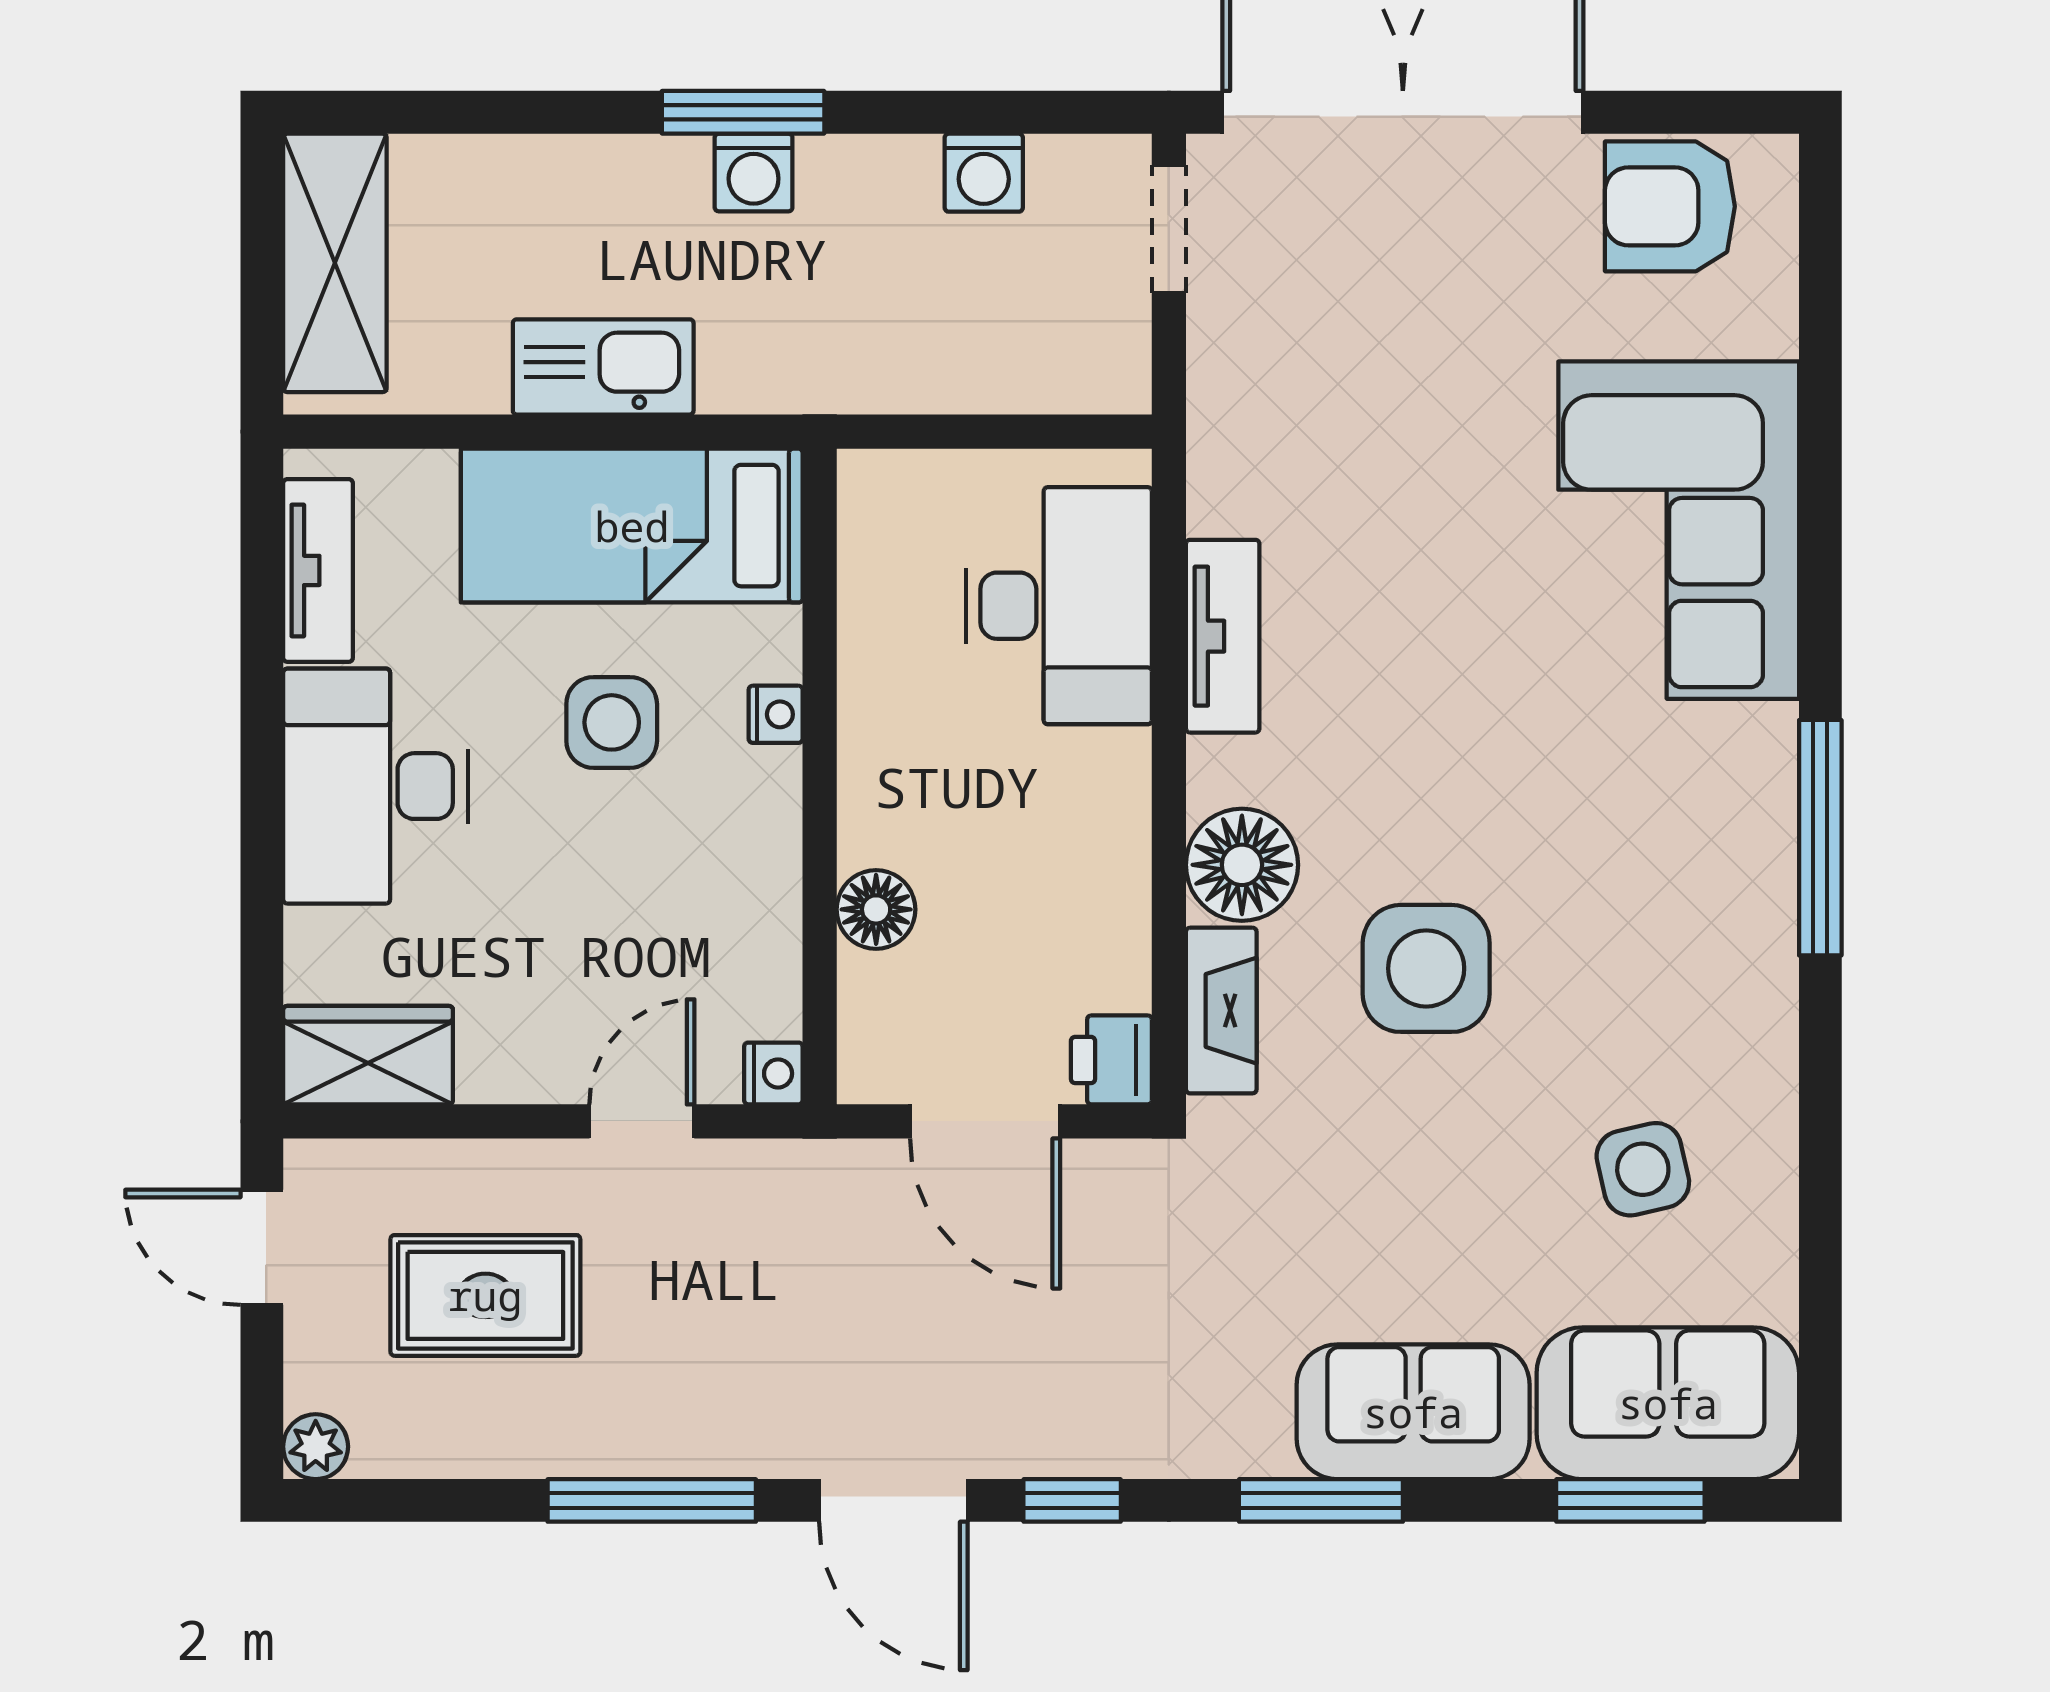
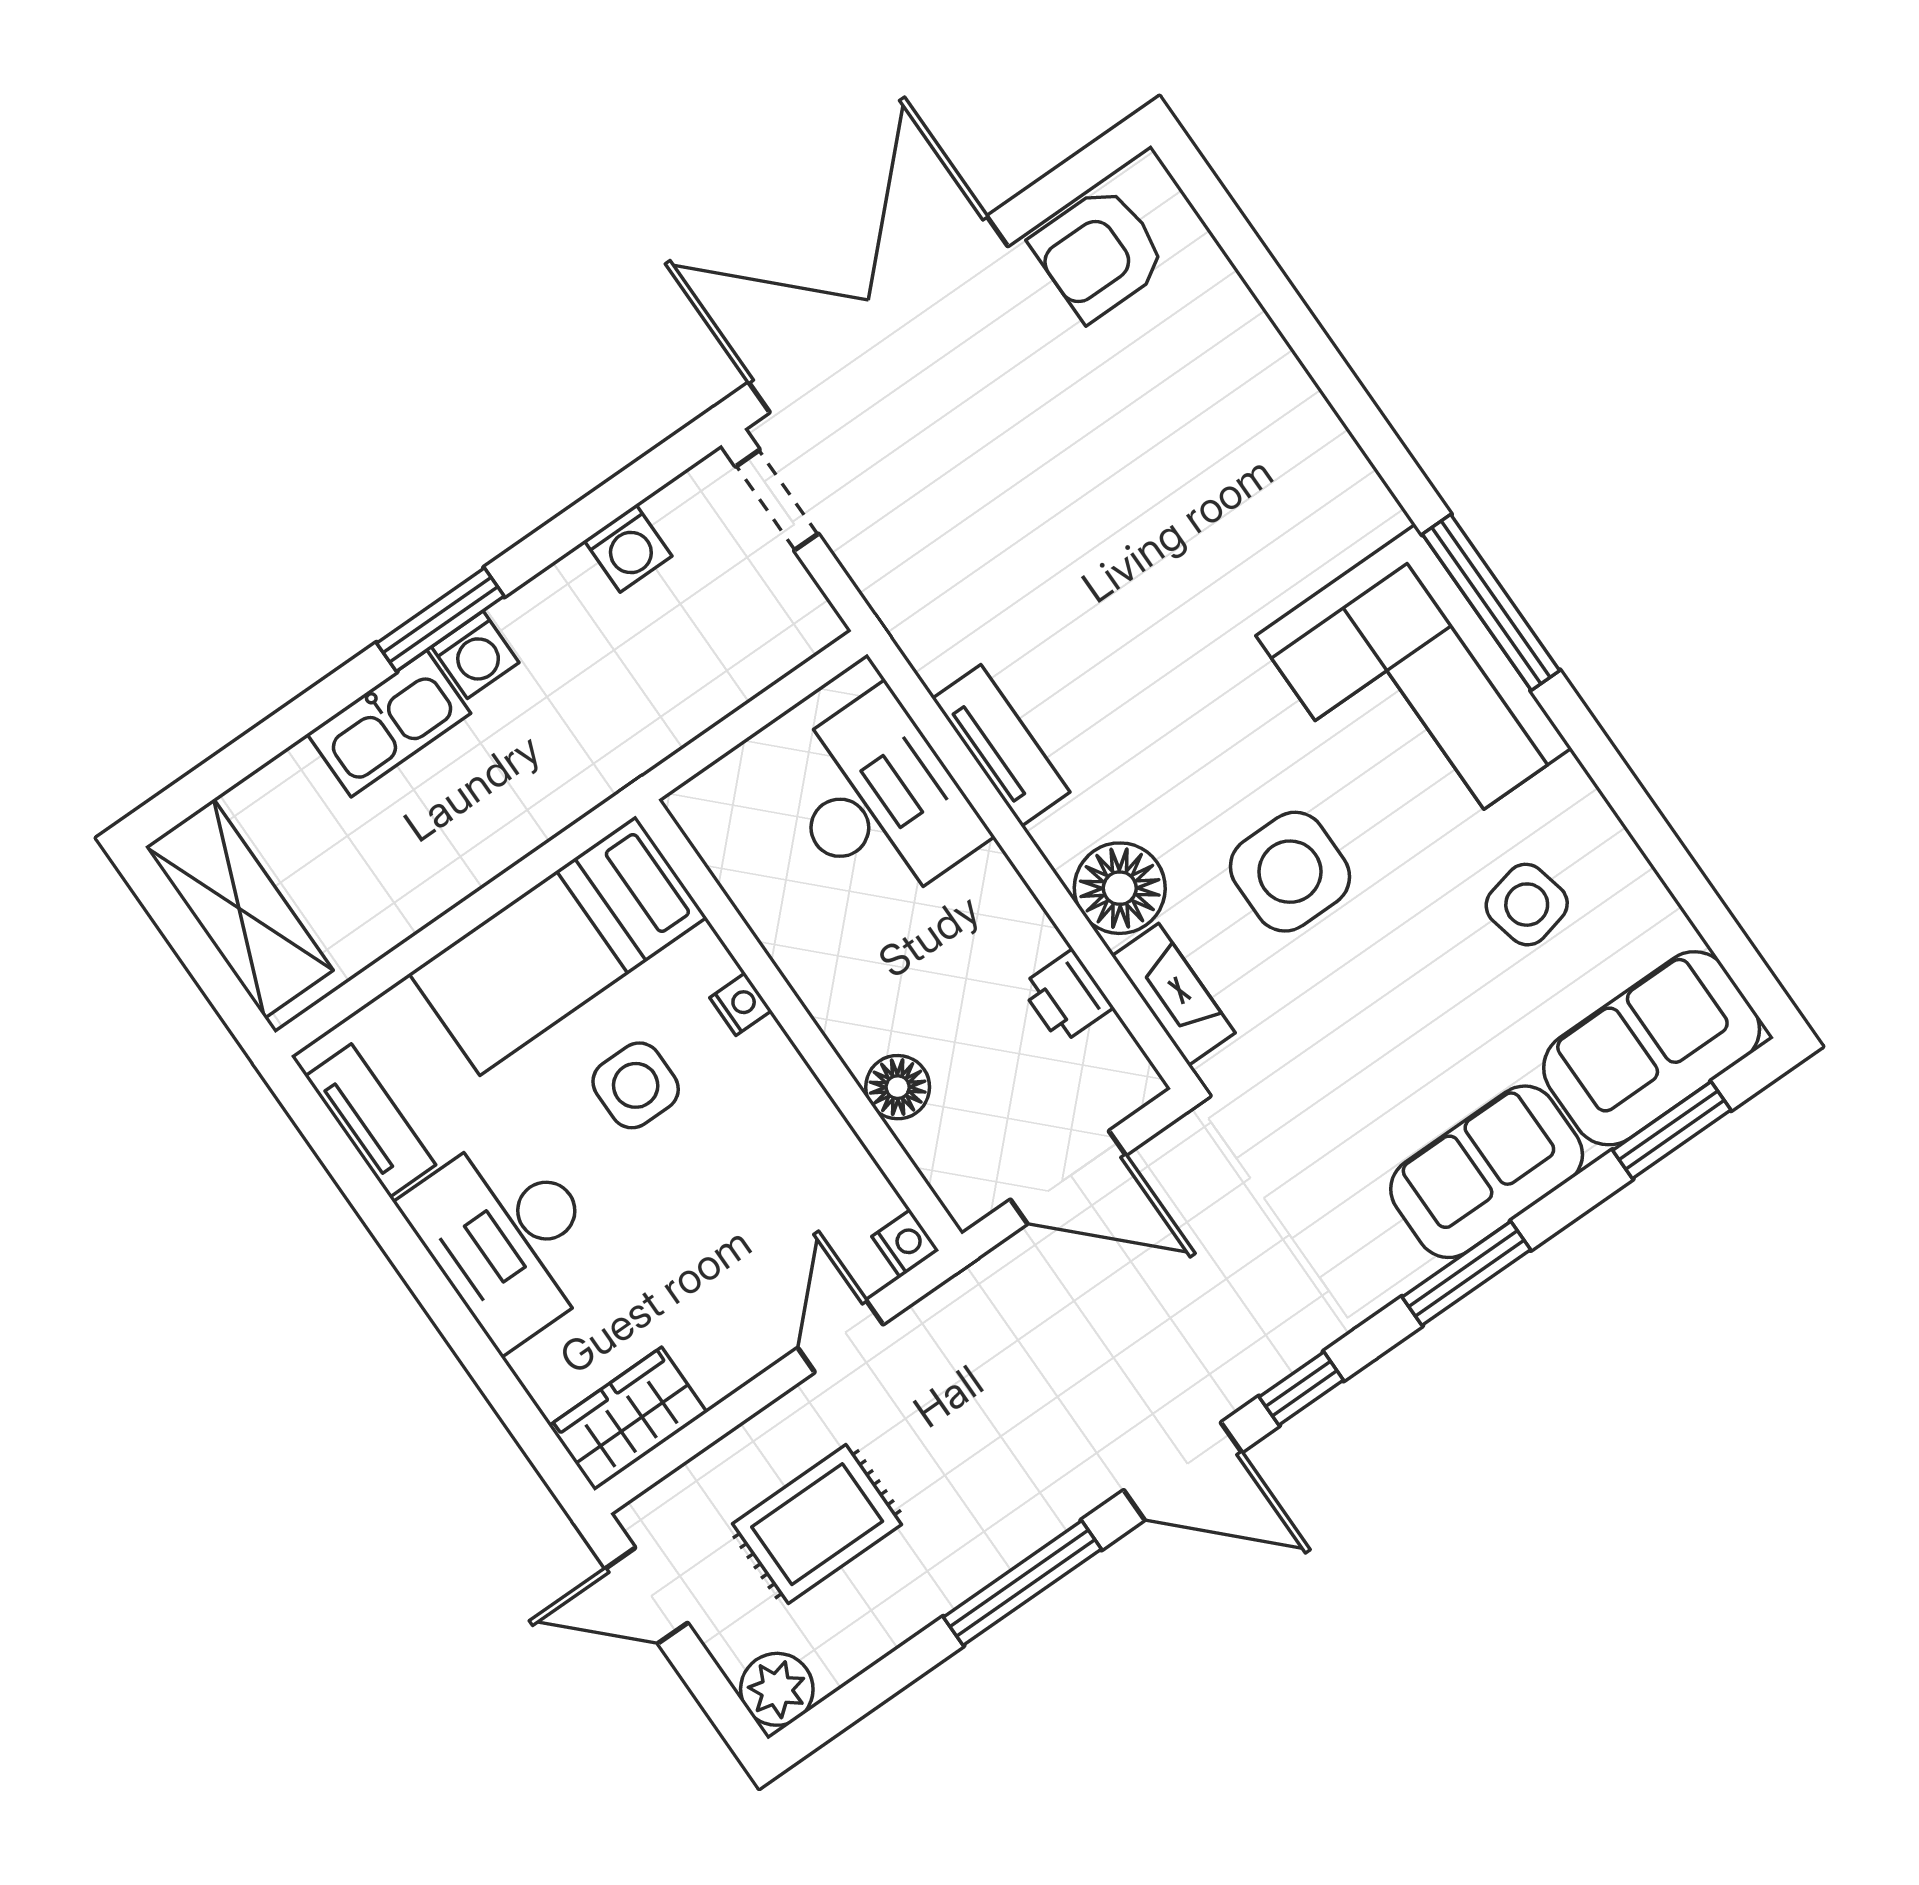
kitchen sink: (603, 367) -> (389, 724), moved, turned 180
corner sofa: (1679, 530) -> (1414, 692), moved
printer: (1111, 1060) -> (1067, 997), moved
plant: (316, 1447) -> (777, 1689), width x1.38, depth x1.38

